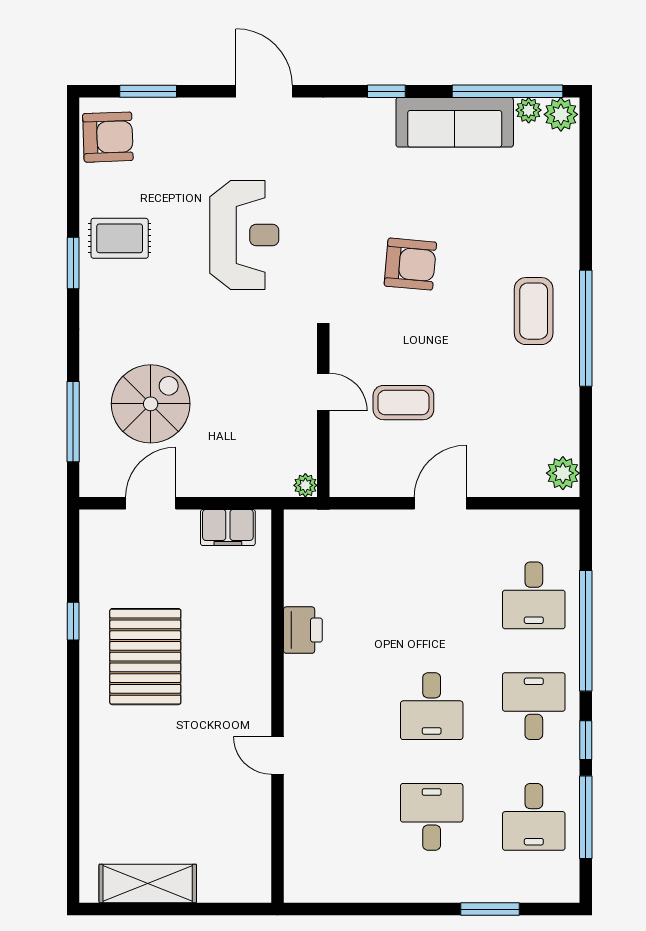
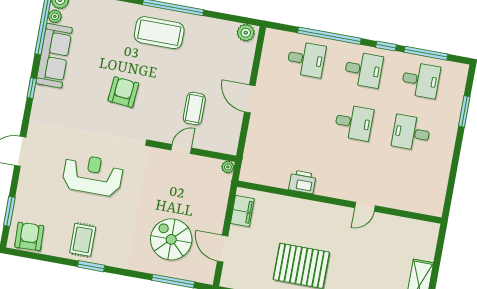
coffee table: (534, 311) -> (159, 33), width x1.36, depth x1.32
desk: (534, 706) -> (363, 70), turned 180

